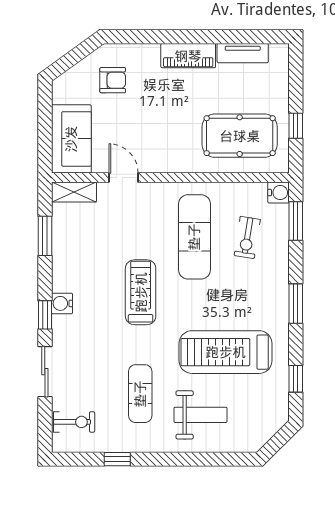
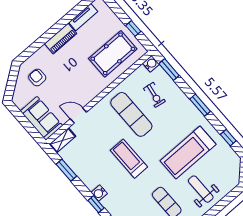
armchair: (113, 80) -> (37, 77), turned -90
weight bench: (200, 415) -> (201, 189), turned -90

